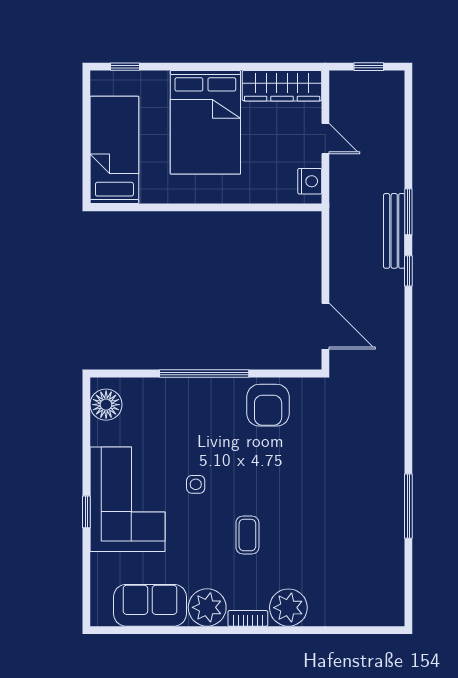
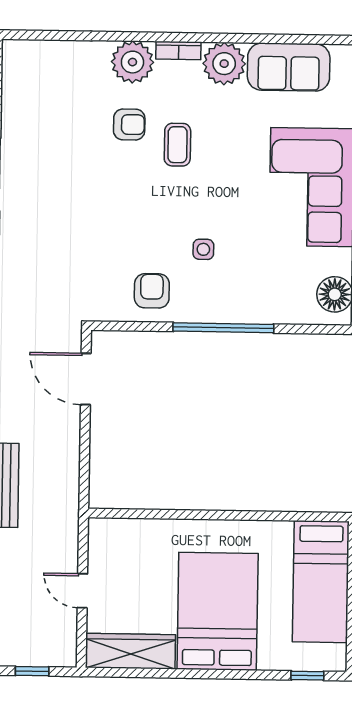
nightstand: (310, 181) -> (101, 543), removed
armchair: (268, 405) -> (152, 291), width x0.72, depth x0.72
side table: (196, 484) -> (203, 249), moved
armchair: (290, 552) -> (129, 124), added

